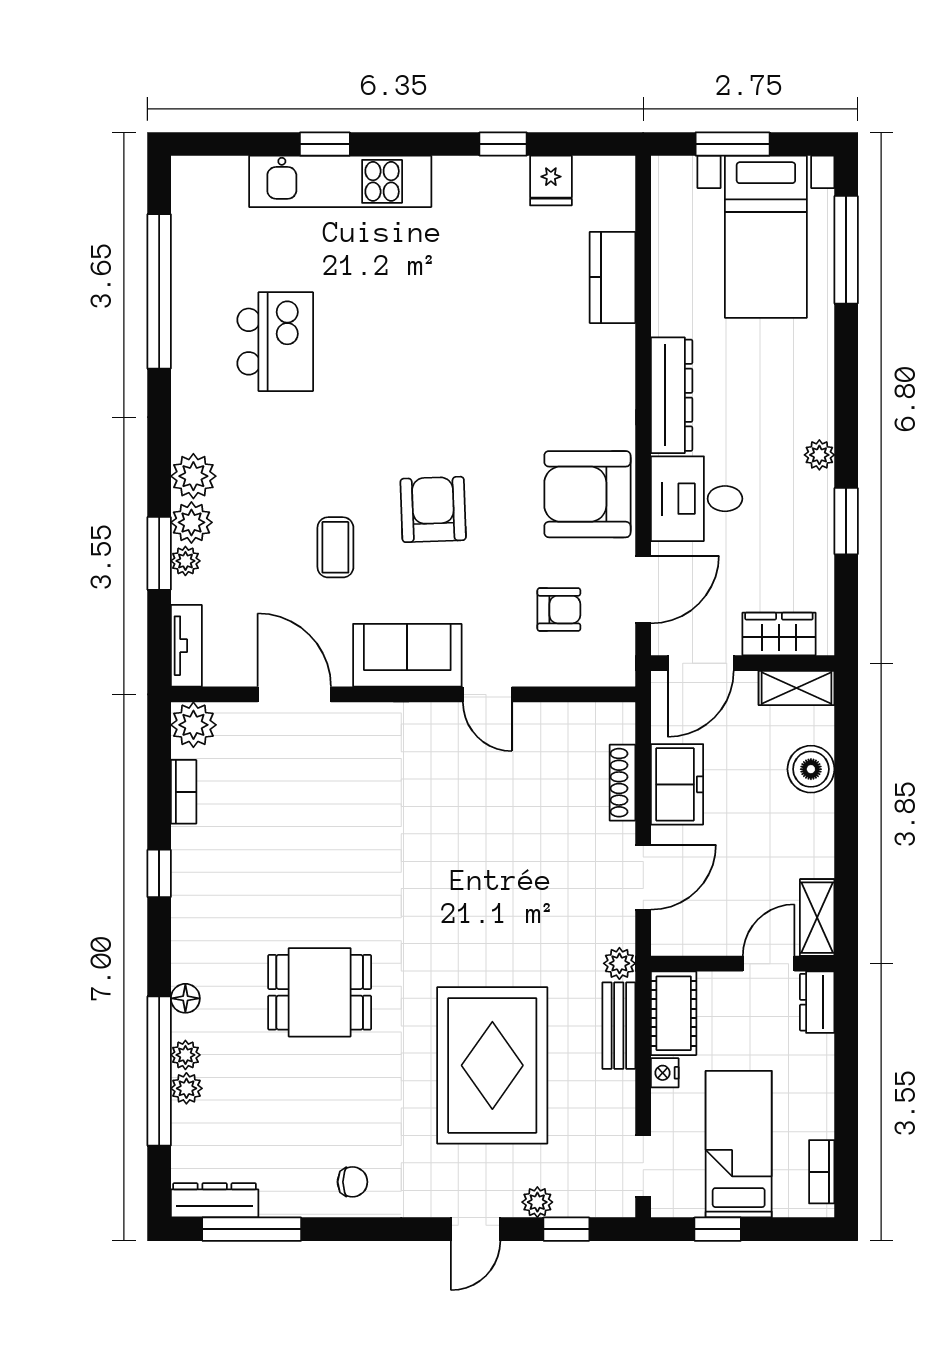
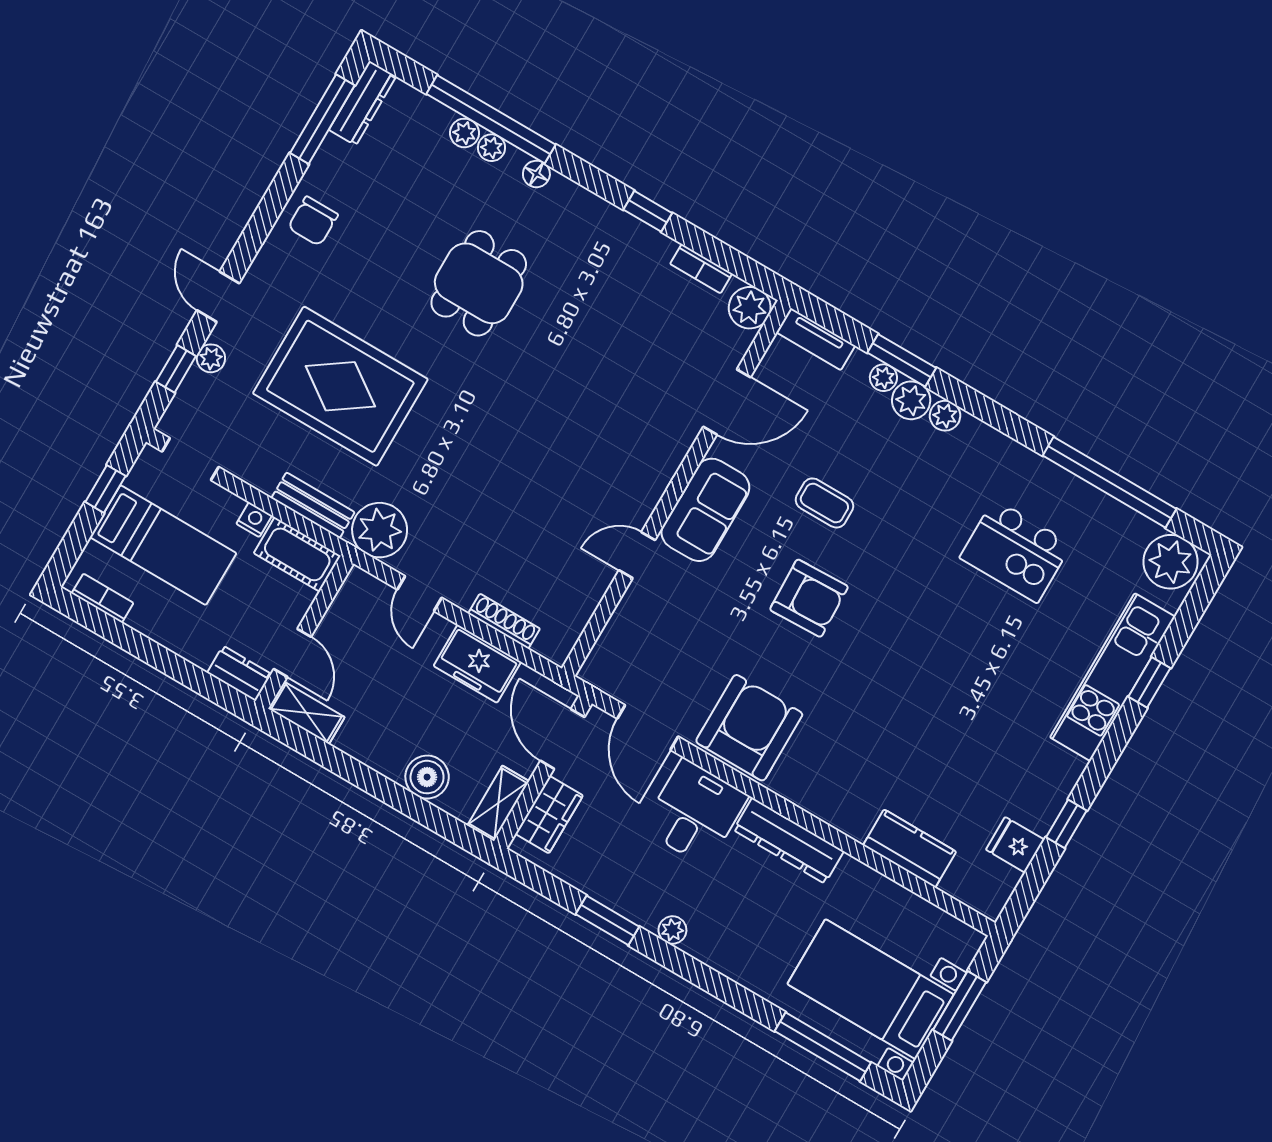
plant: (200, 190) -> (1171, 562), added
plant: (193, 476) -> (945, 416), width x0.73, depth x0.73
armchair: (559, 610) -> (671, 651), removed
door: (643, 877) -> (419, 594), width x0.73
plant: (619, 963) -> (380, 530), width x1.87, depth x1.87
chair: (352, 1182) -> (313, 221), width x1.37, depth x1.37

